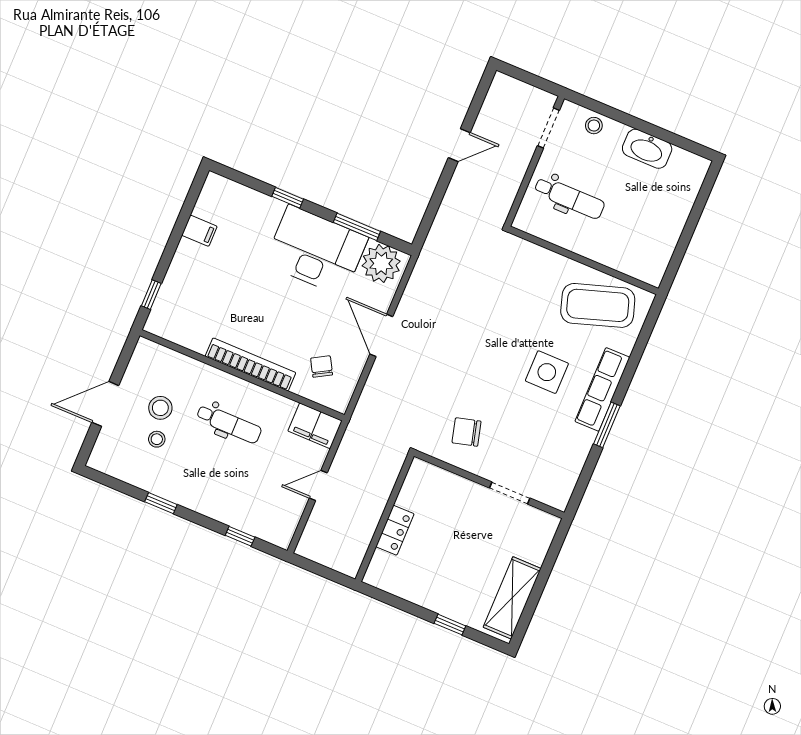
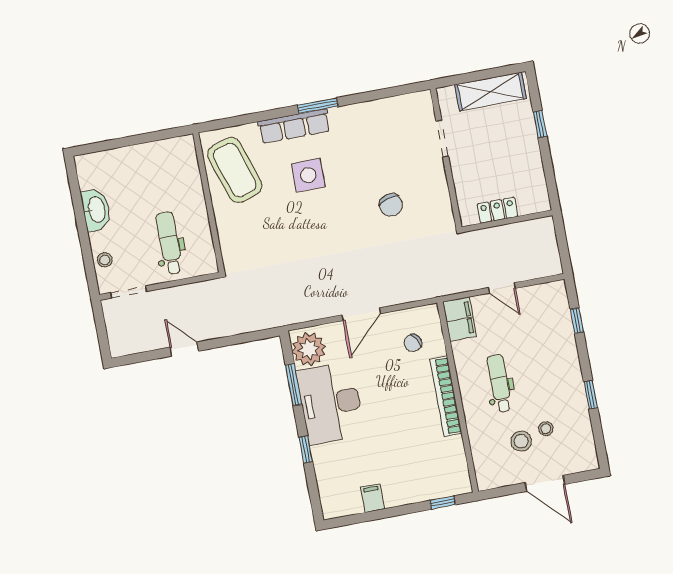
wall: (489, 484) -> (446, 158), moved
doorway: (510, 493) -> (442, 139), moved

